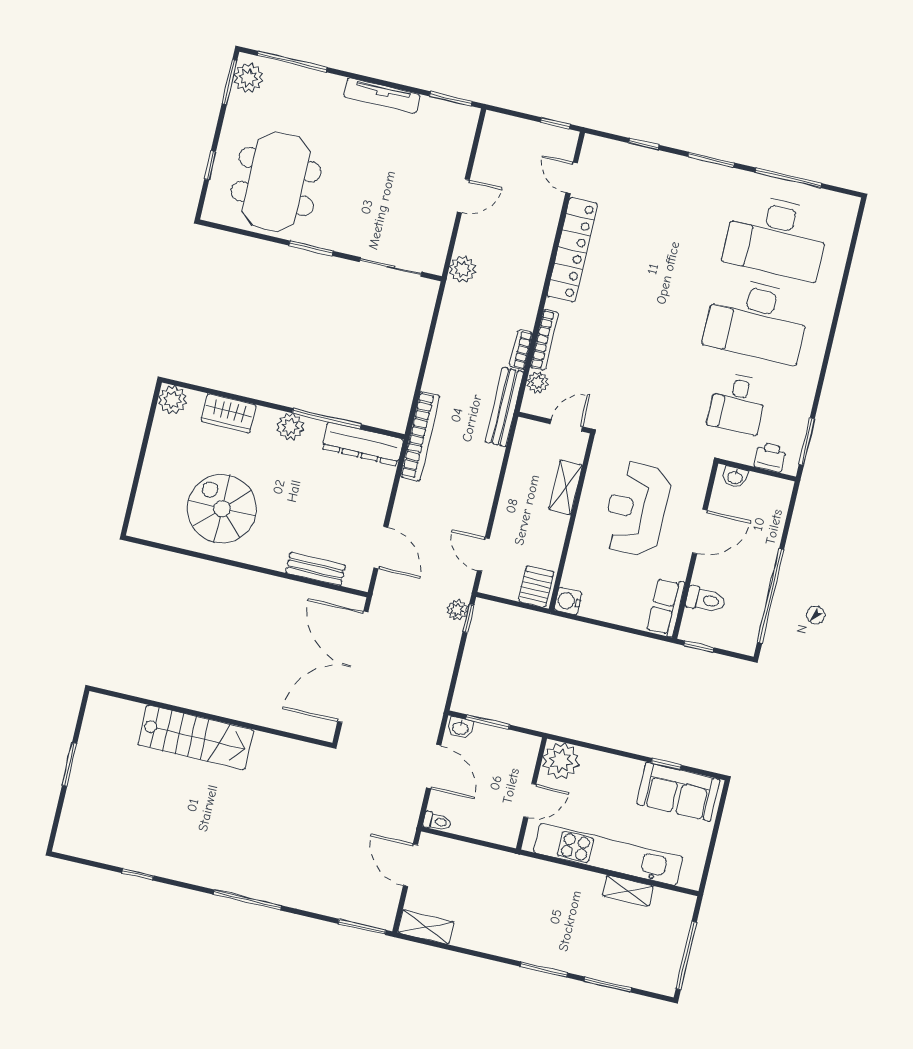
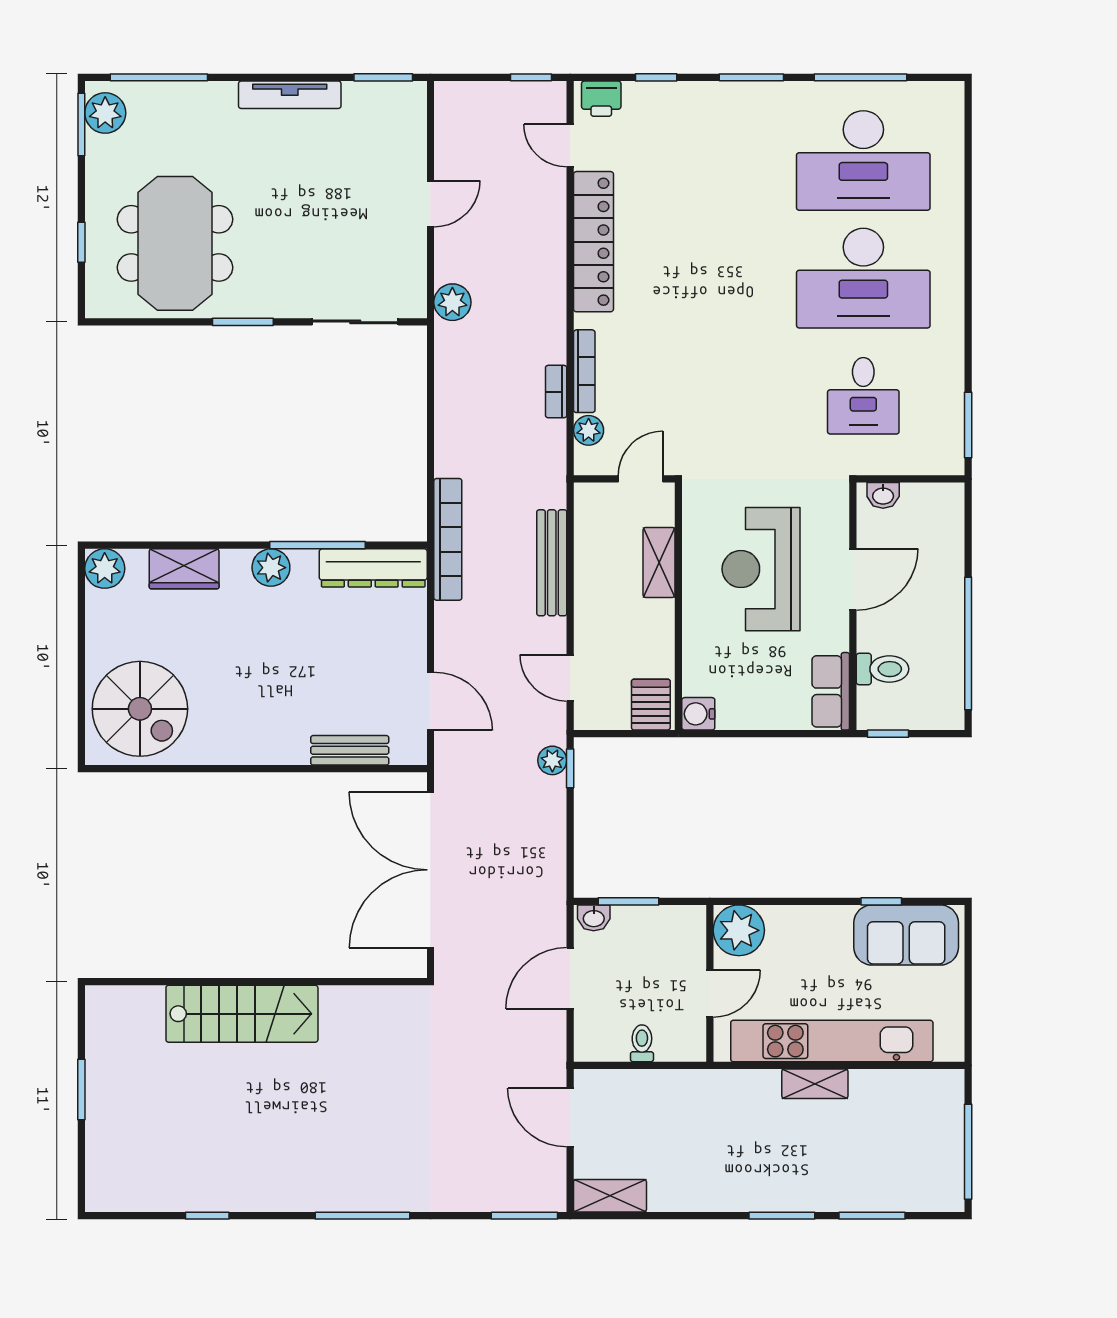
bench: (504, 407) -> (552, 563), moved
printer: (770, 457) -> (601, 99), moved, turned 180
spiral stairs: (222, 509) -> (140, 709), moved, turned 180
door: (434, 767) -> (570, 978), swing flipped
toilet: (437, 821) -> (642, 1043), moved, turned -90
shelving: (628, 891) -> (815, 1084), moved

